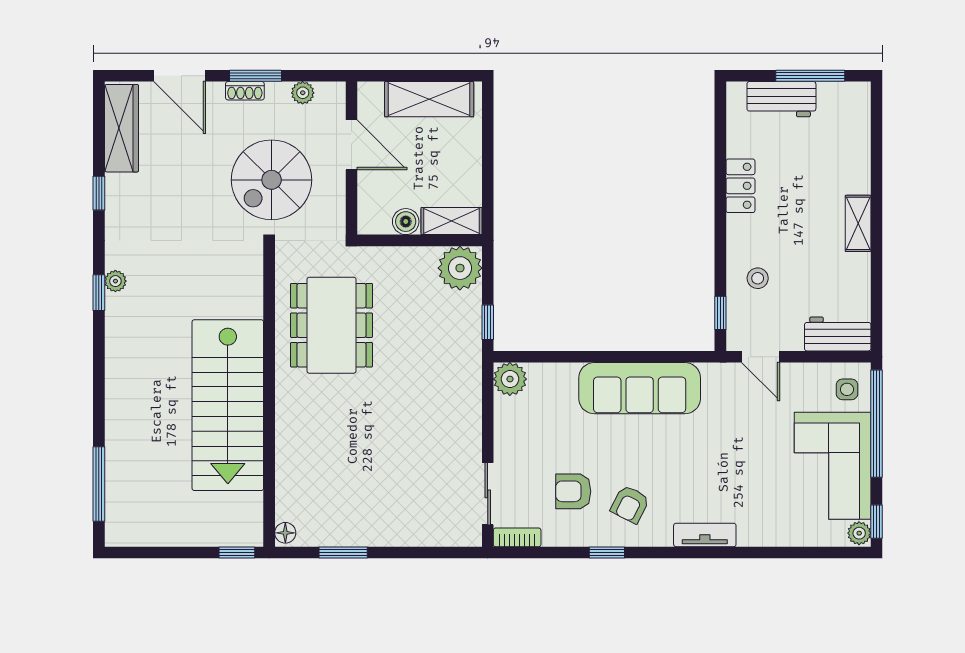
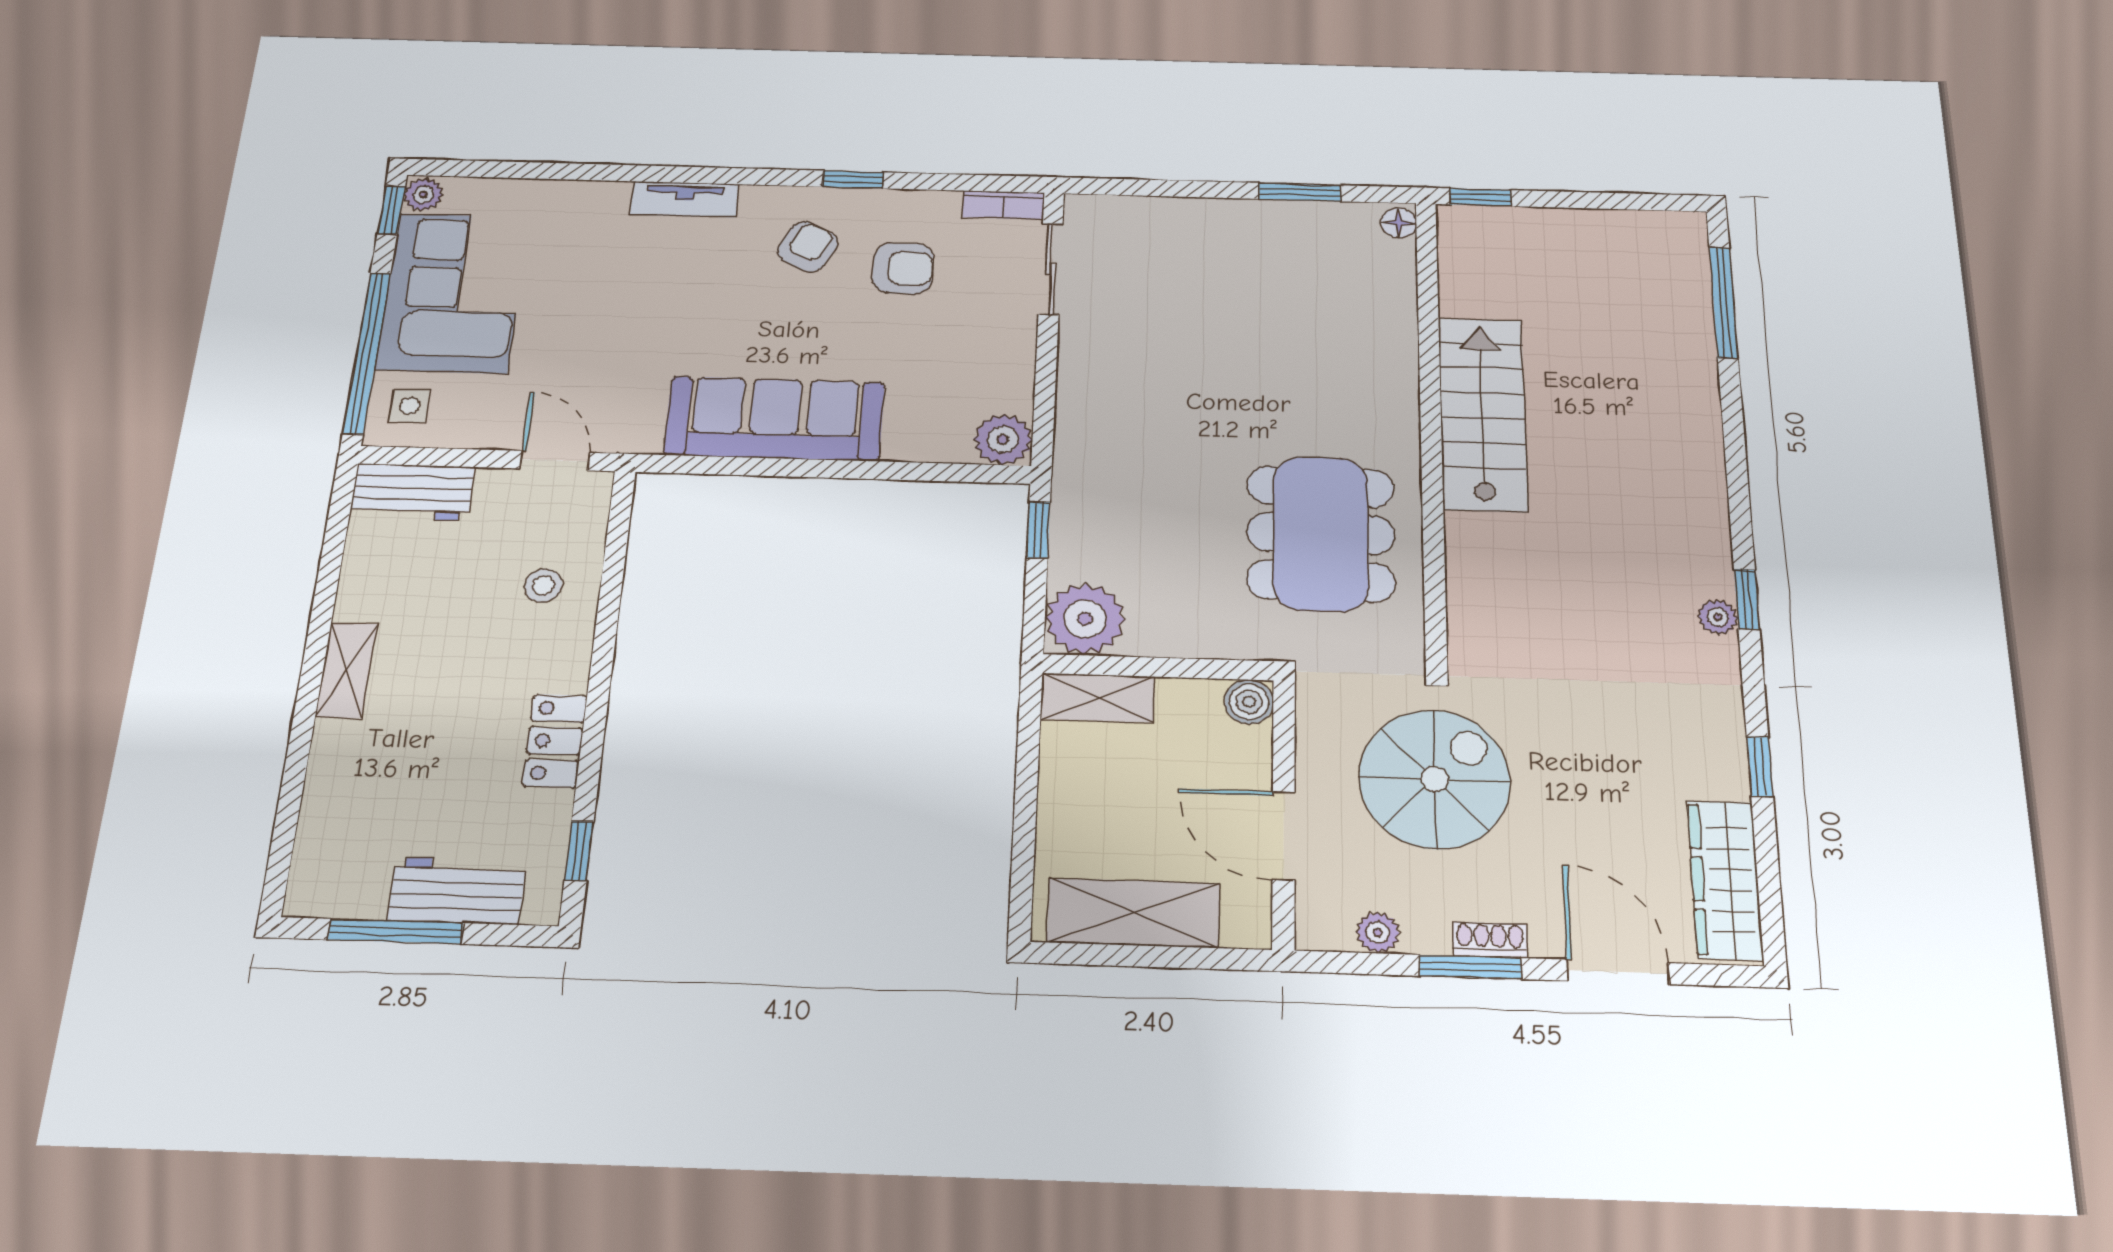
boiler: (406, 222) -> (1249, 702), moved
window: (720, 313) -> (579, 851), moved
stairs: (228, 405) -> (1483, 414), width x0.73, depth x0.66

